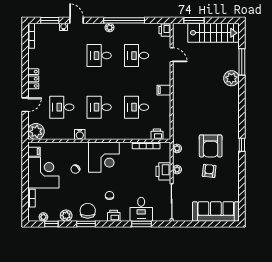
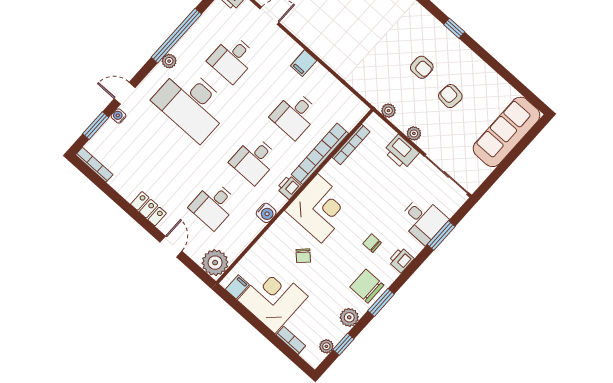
desk: (99, 56) -> (192, 104), width x1.87, depth x1.30
printer: (157, 134) -> (289, 187), moved
bookcase: (129, 135) -> (320, 154), added
armchair: (211, 146) -> (422, 67), width x0.53, depth x0.53

